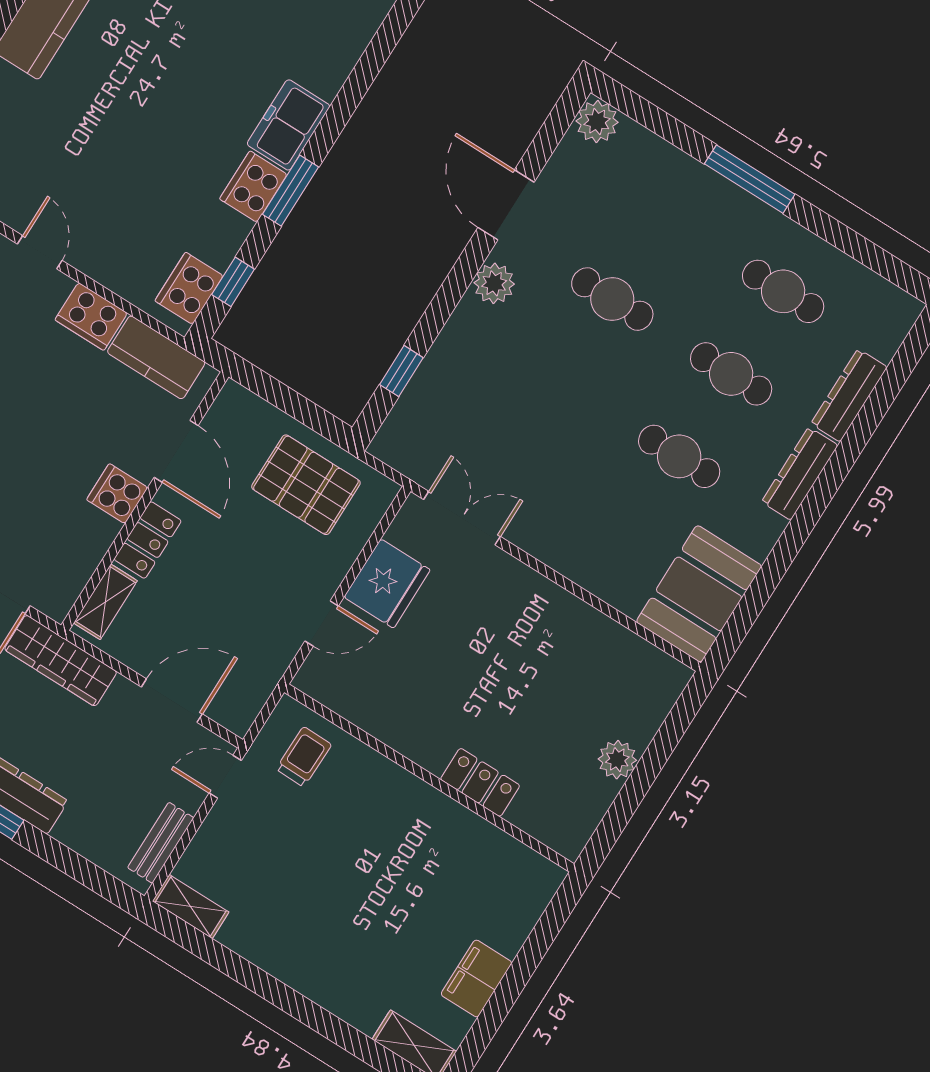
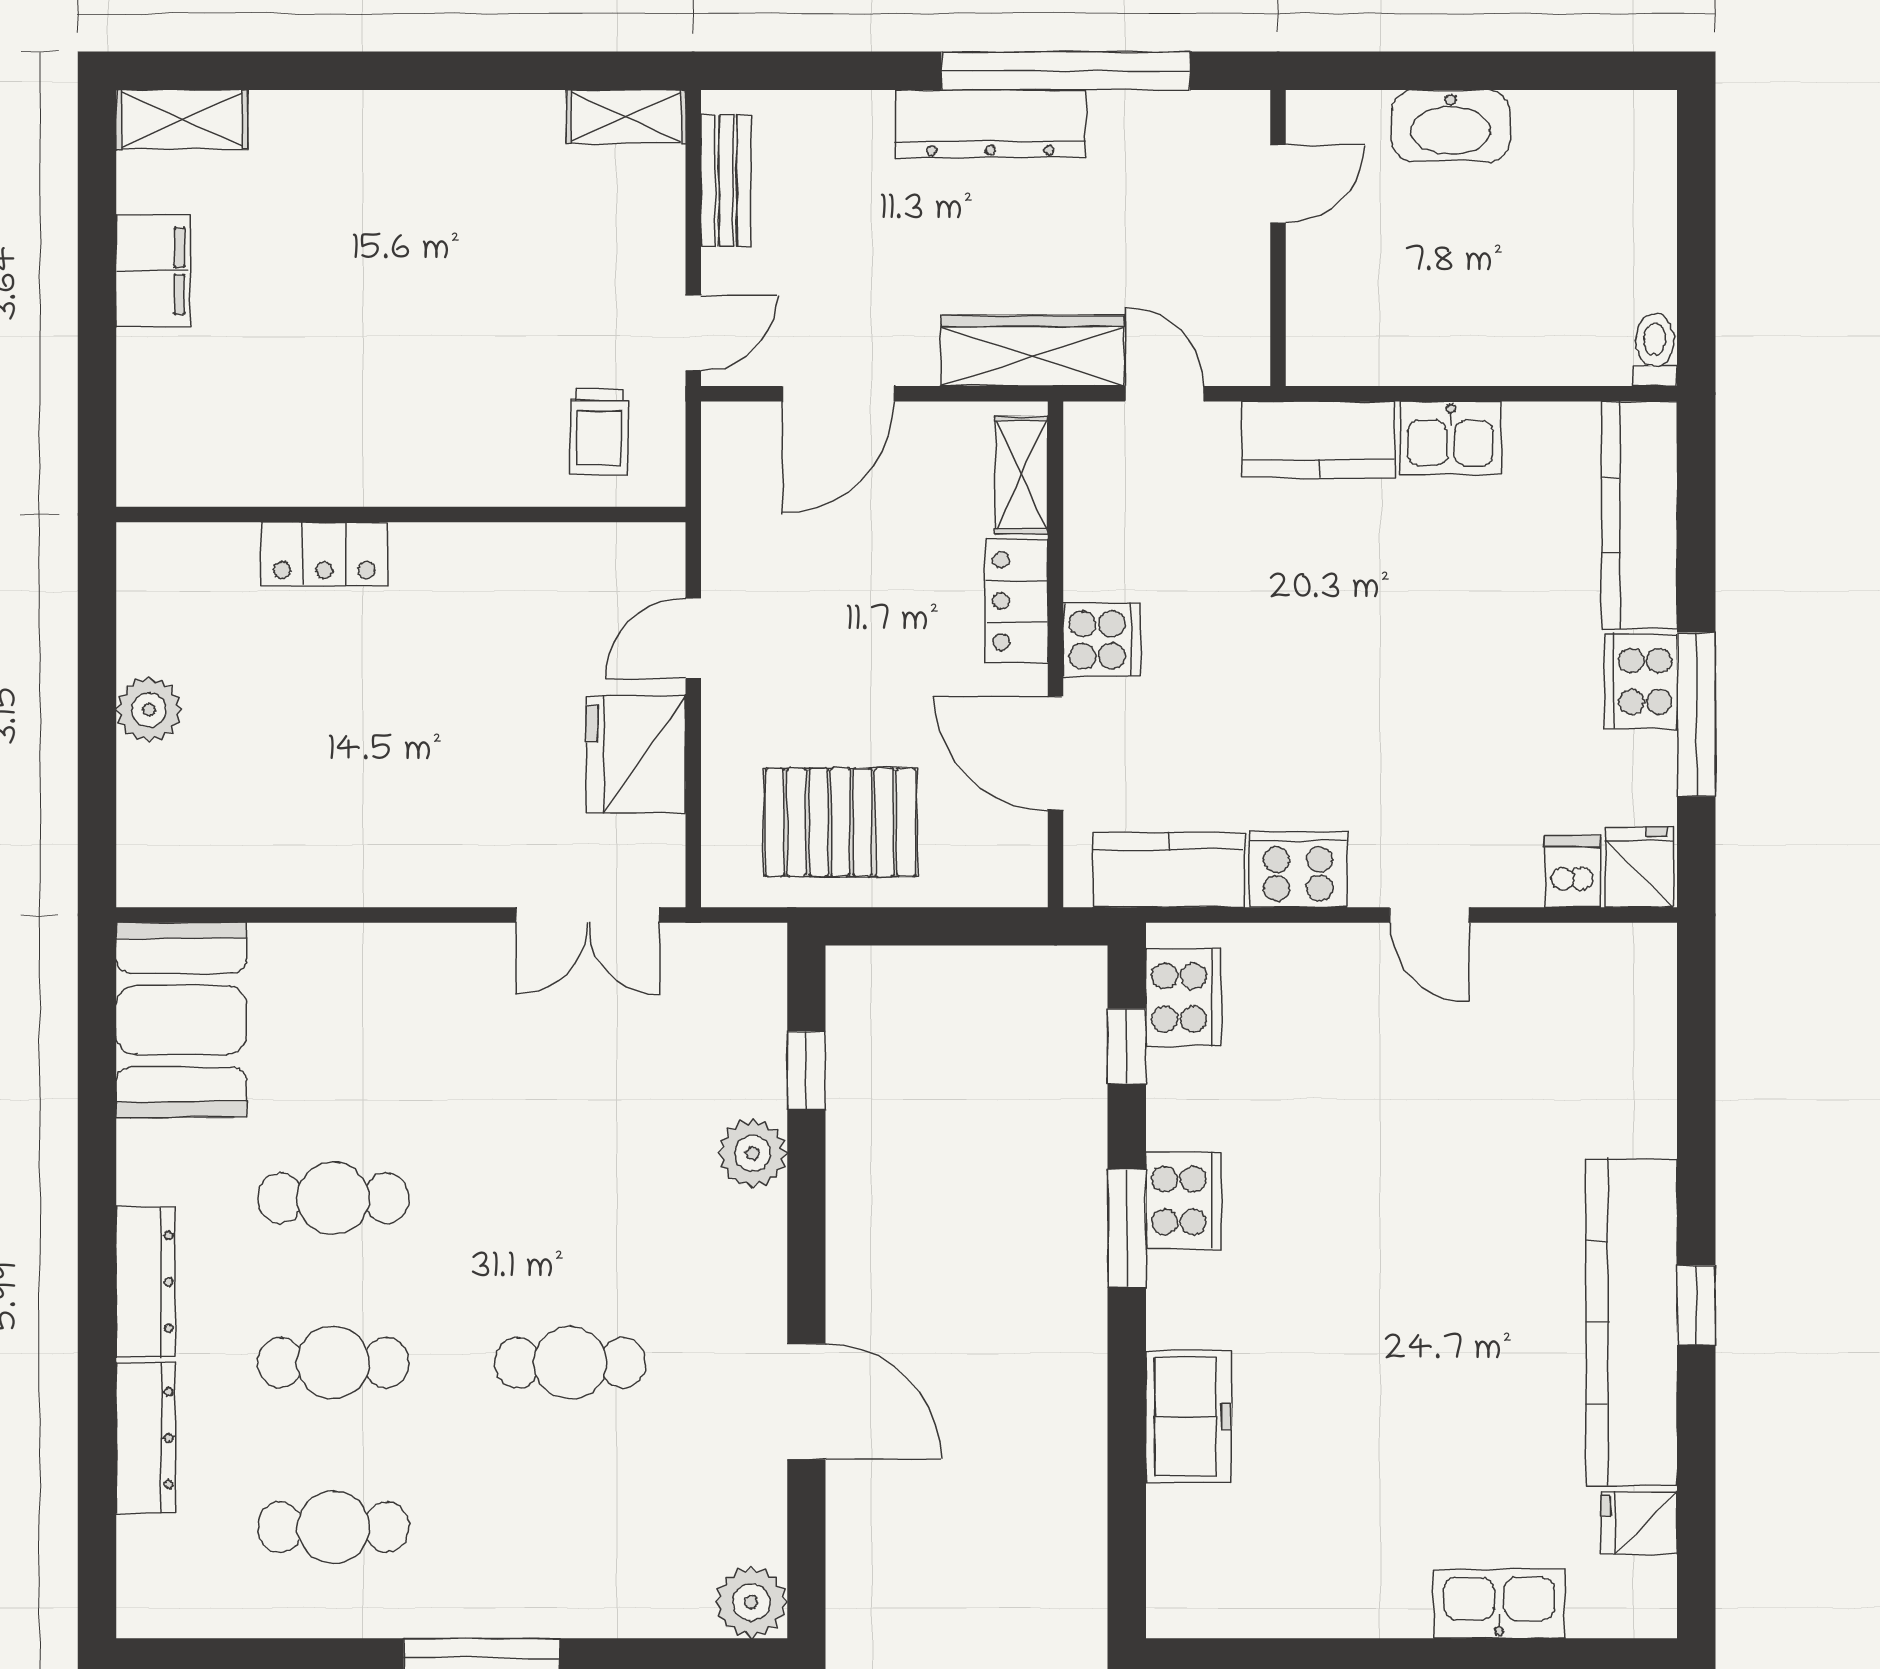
freezer: (288, 125) -> (1189, 1417), moved
plant: (494, 283) -> (753, 1153), moved

